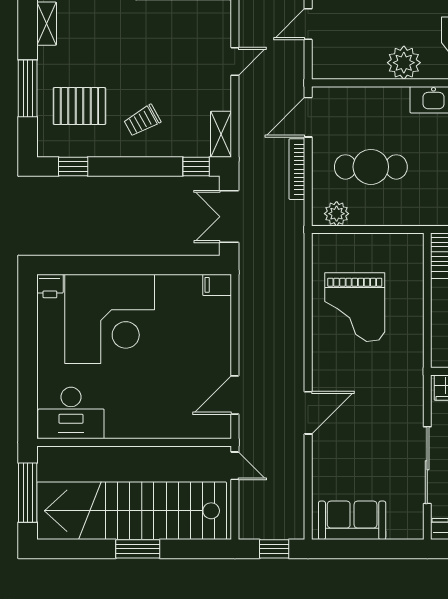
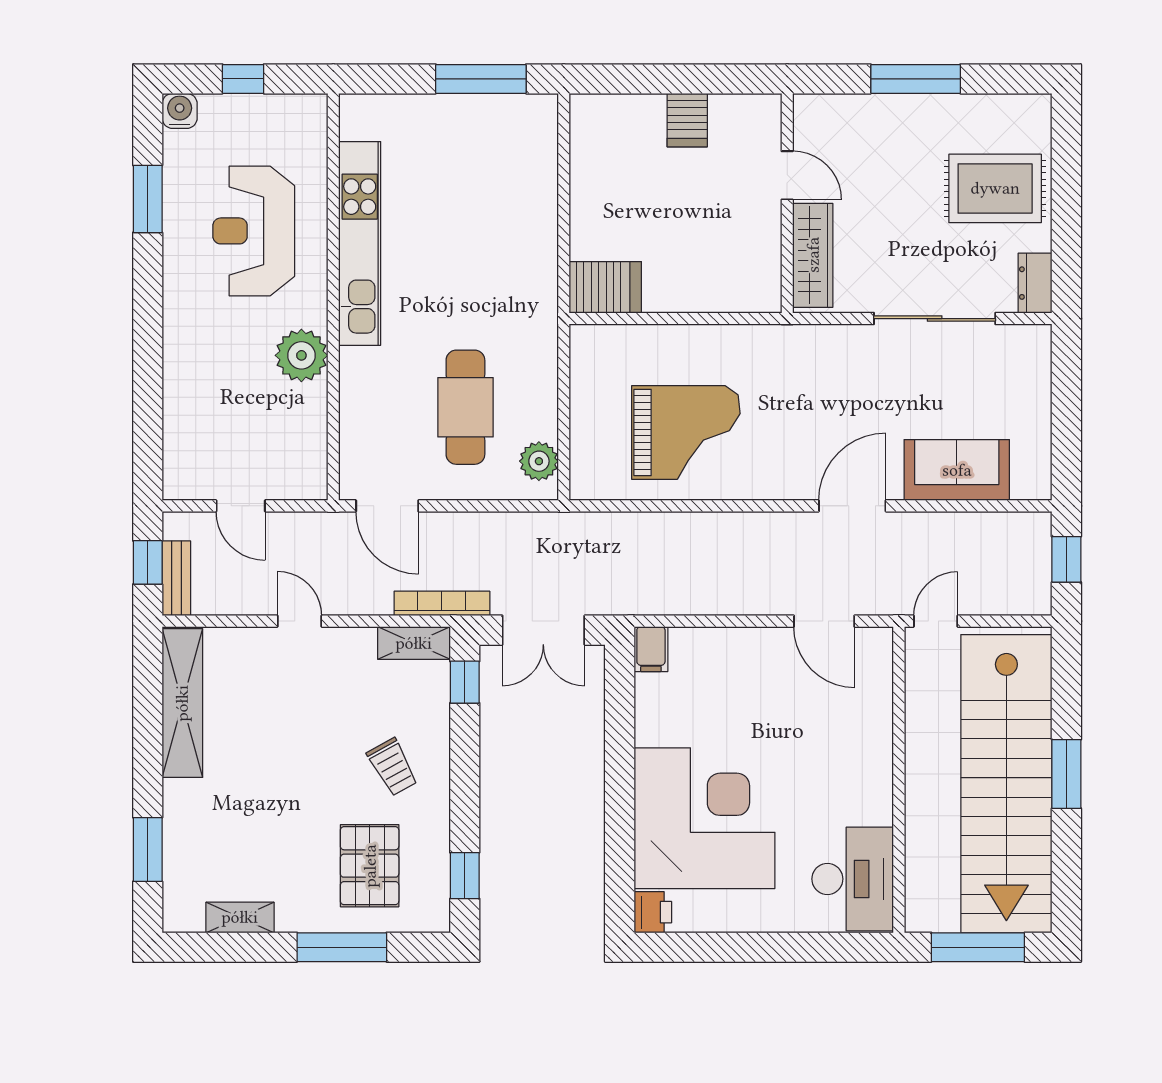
bookcase: (297, 169) -> (442, 603), moved, turned 180
door: (308, 413) -> (852, 506), hinge flipped
sofa: (352, 520) -> (957, 470), moved, turned 90

